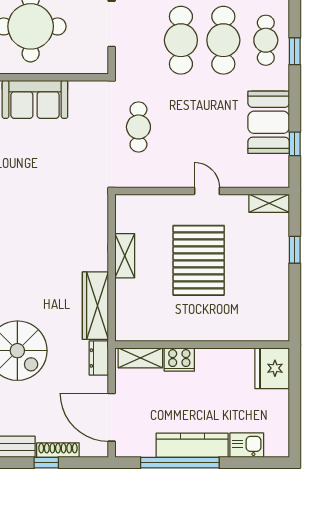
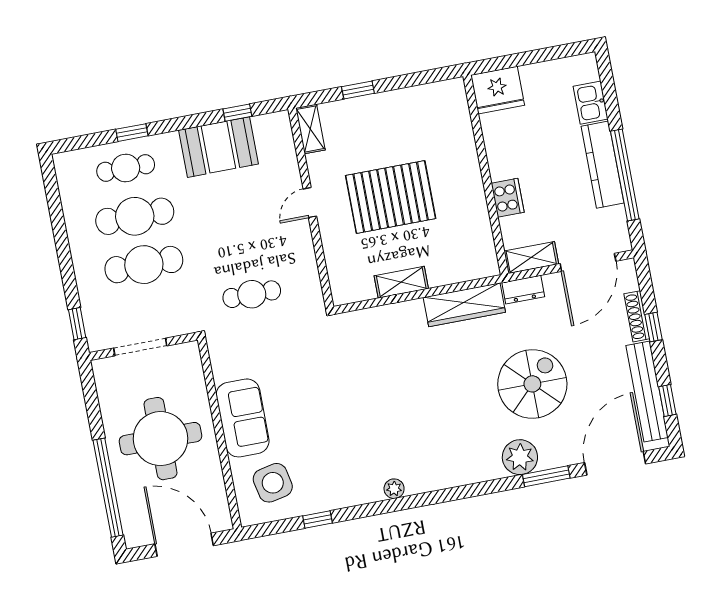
shelving: (140, 358) -> (531, 258), moved, turned 90

